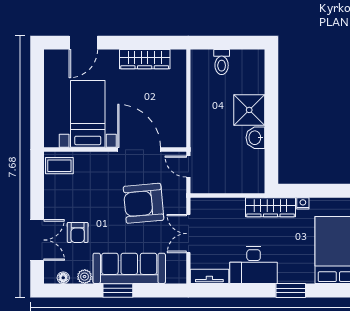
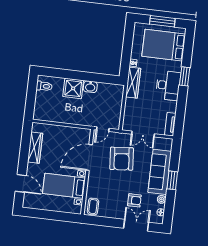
toilet: (222, 62) -> (44, 86), moved
desk: (254, 265) -> (168, 85), moved

